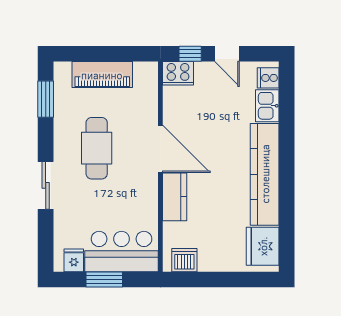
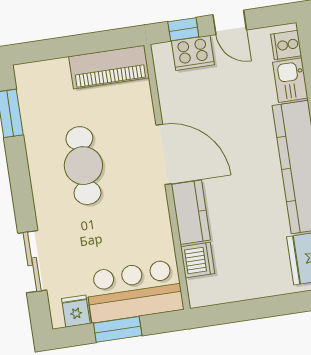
cooker: (178, 73) -> (193, 53), moved
piano: (102, 75) -> (109, 67), moved
sliding door: (46, 185) -> (32, 262), moved
dishwasher: (184, 260) -> (198, 260), moved, turned 90

